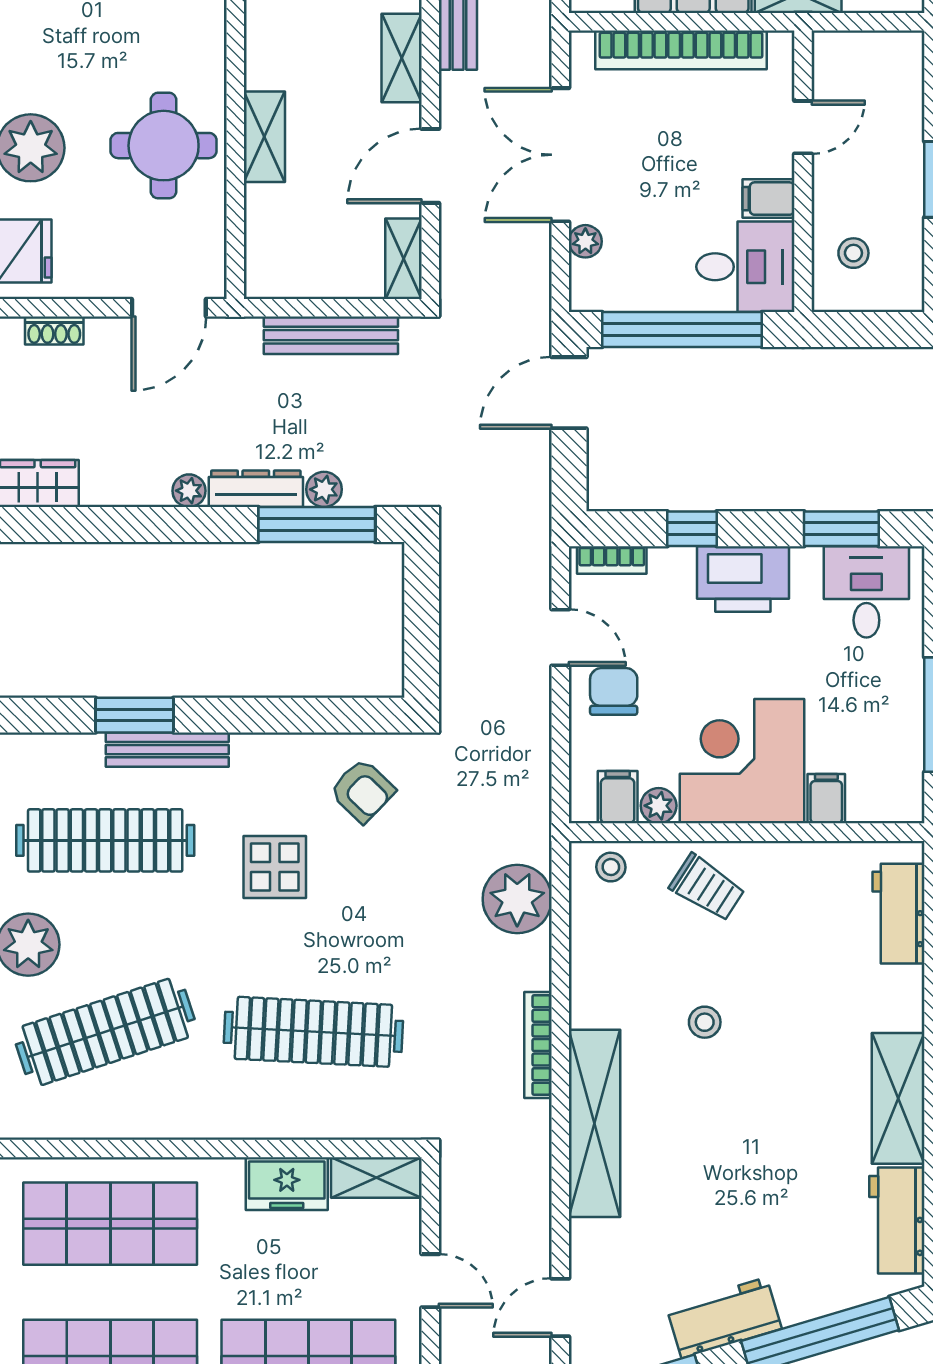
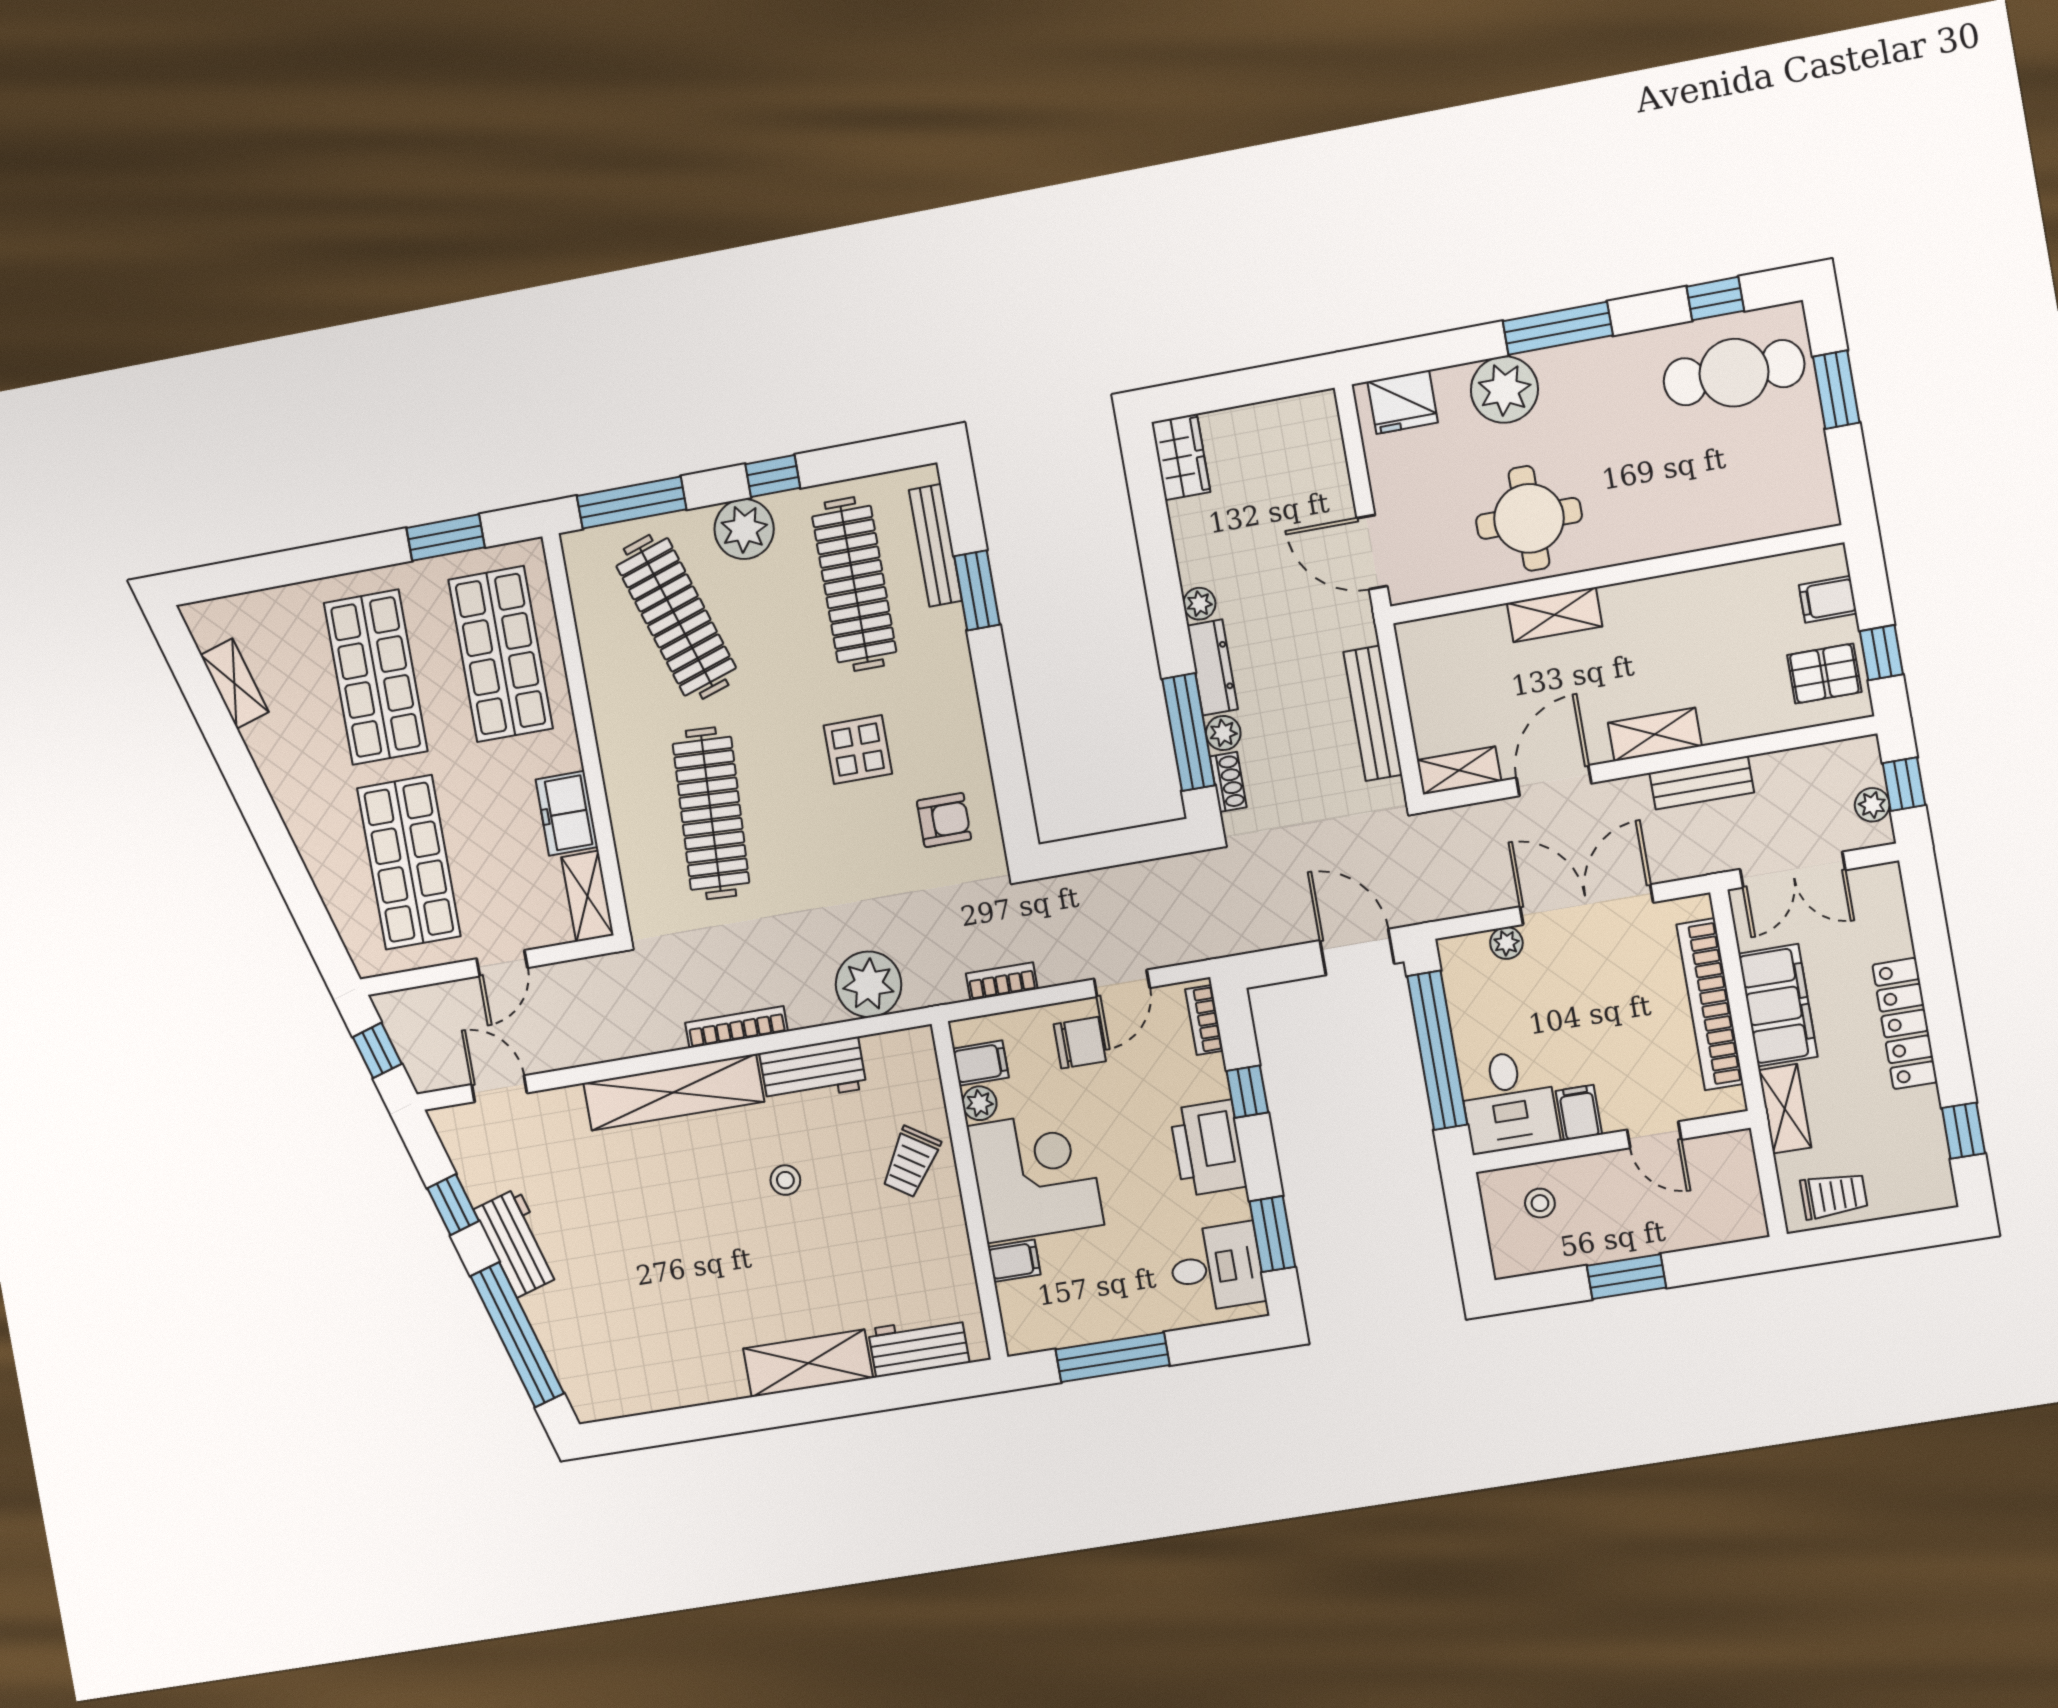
door: (430, 166) -> (1554, 781), hinge flipped
shoe rack: (54, 331) -> (1228, 782), moved, turned 180
bench: (167, 750) -> (935, 545), moved
bookcase: (537, 761) -> (1002, 981), added
armchair: (362, 791) -> (944, 820), turned -134
stool: (611, 867) -> (914, 1068), removed
shelving: (898, 1098) -> (808, 1363), moved
workbench: (897, 1220) -> (813, 1071), moved, turned 180

